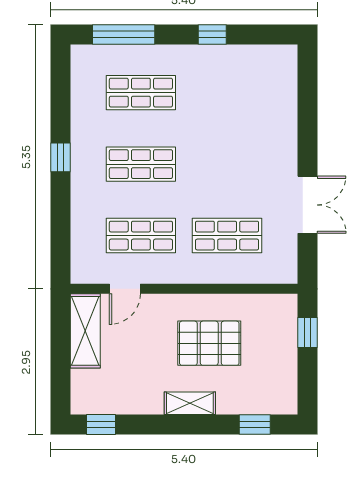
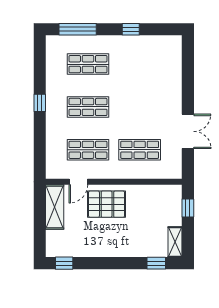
pallet: (209, 343) -> (107, 204), moved
shelving: (190, 403) -> (175, 242), moved, turned 90

